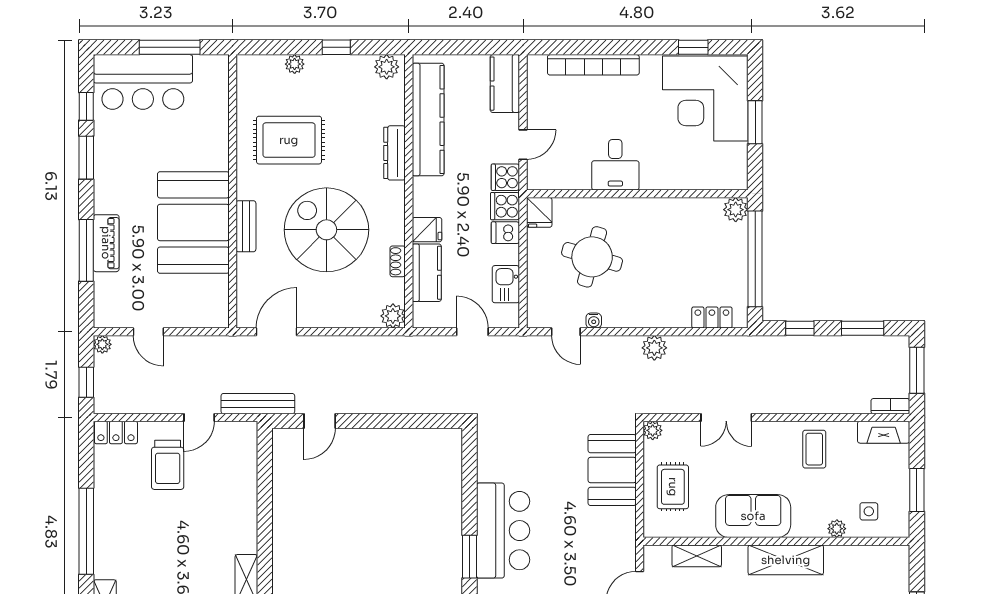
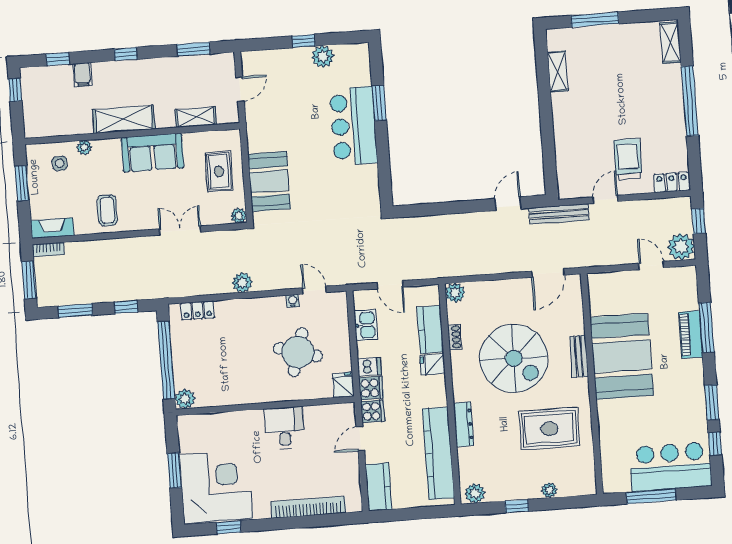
plant: (102, 344) -> (681, 247), width x1.87, depth x1.87

